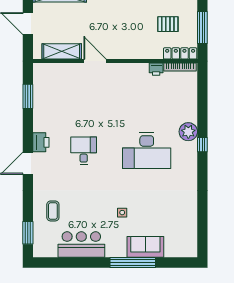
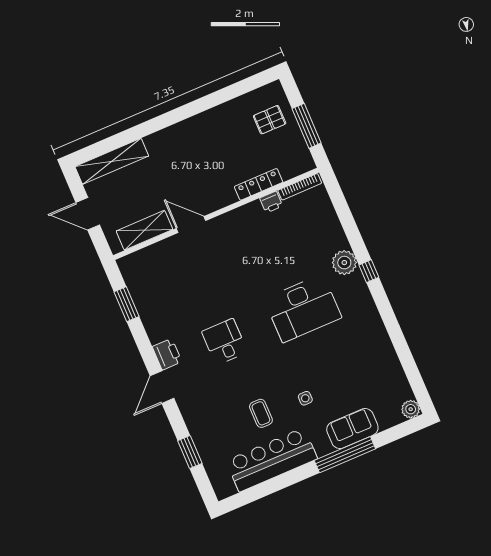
pallet: (168, 24) -> (270, 120), moved
locker: (180, 53) -> (259, 184), moved
coffee table: (53, 211) -> (261, 413), moved
window: (28, 233) -> (190, 452), moved
bar counter: (81, 245) -> (272, 460), width x1.36
plant: (191, 251) -> (411, 409), added

